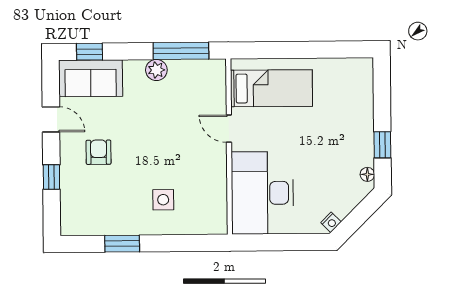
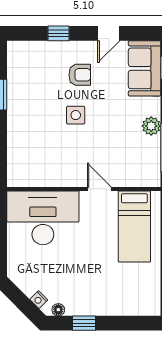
door: (229, 129) -> (99, 189), hinge flipped
side table: (163, 200) -> (76, 115), moved
nightstand: (331, 222) -> (39, 300), moved

